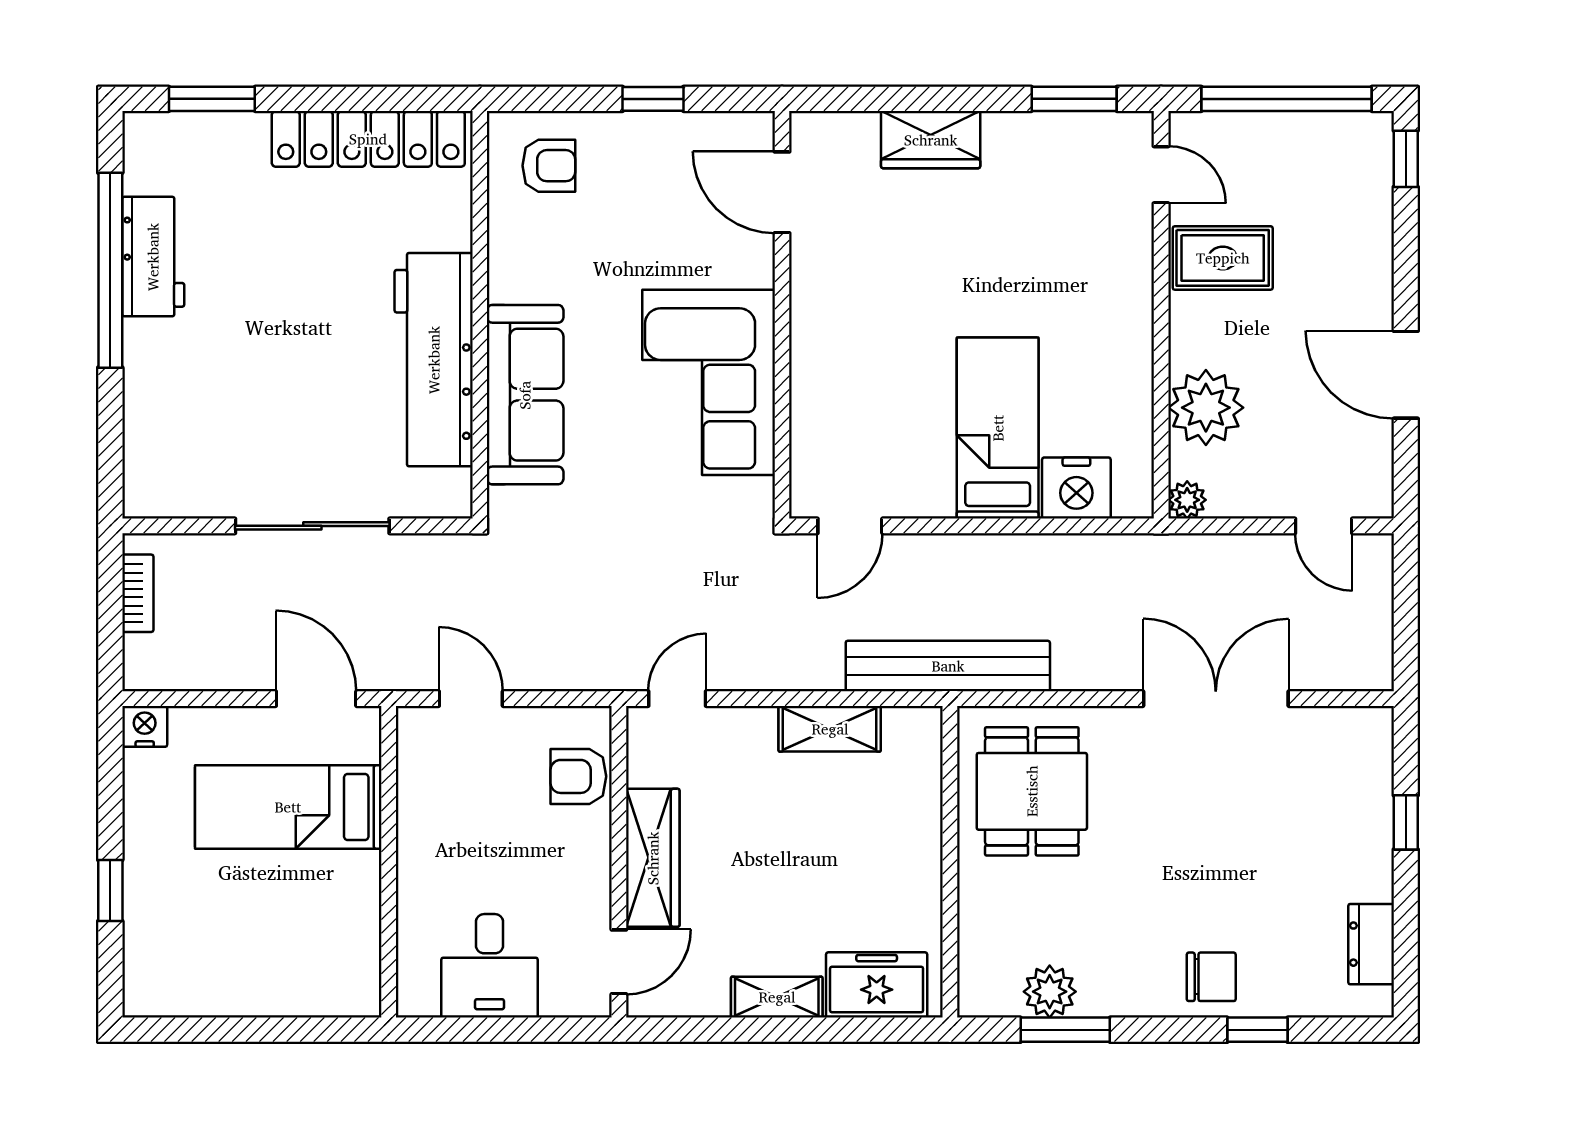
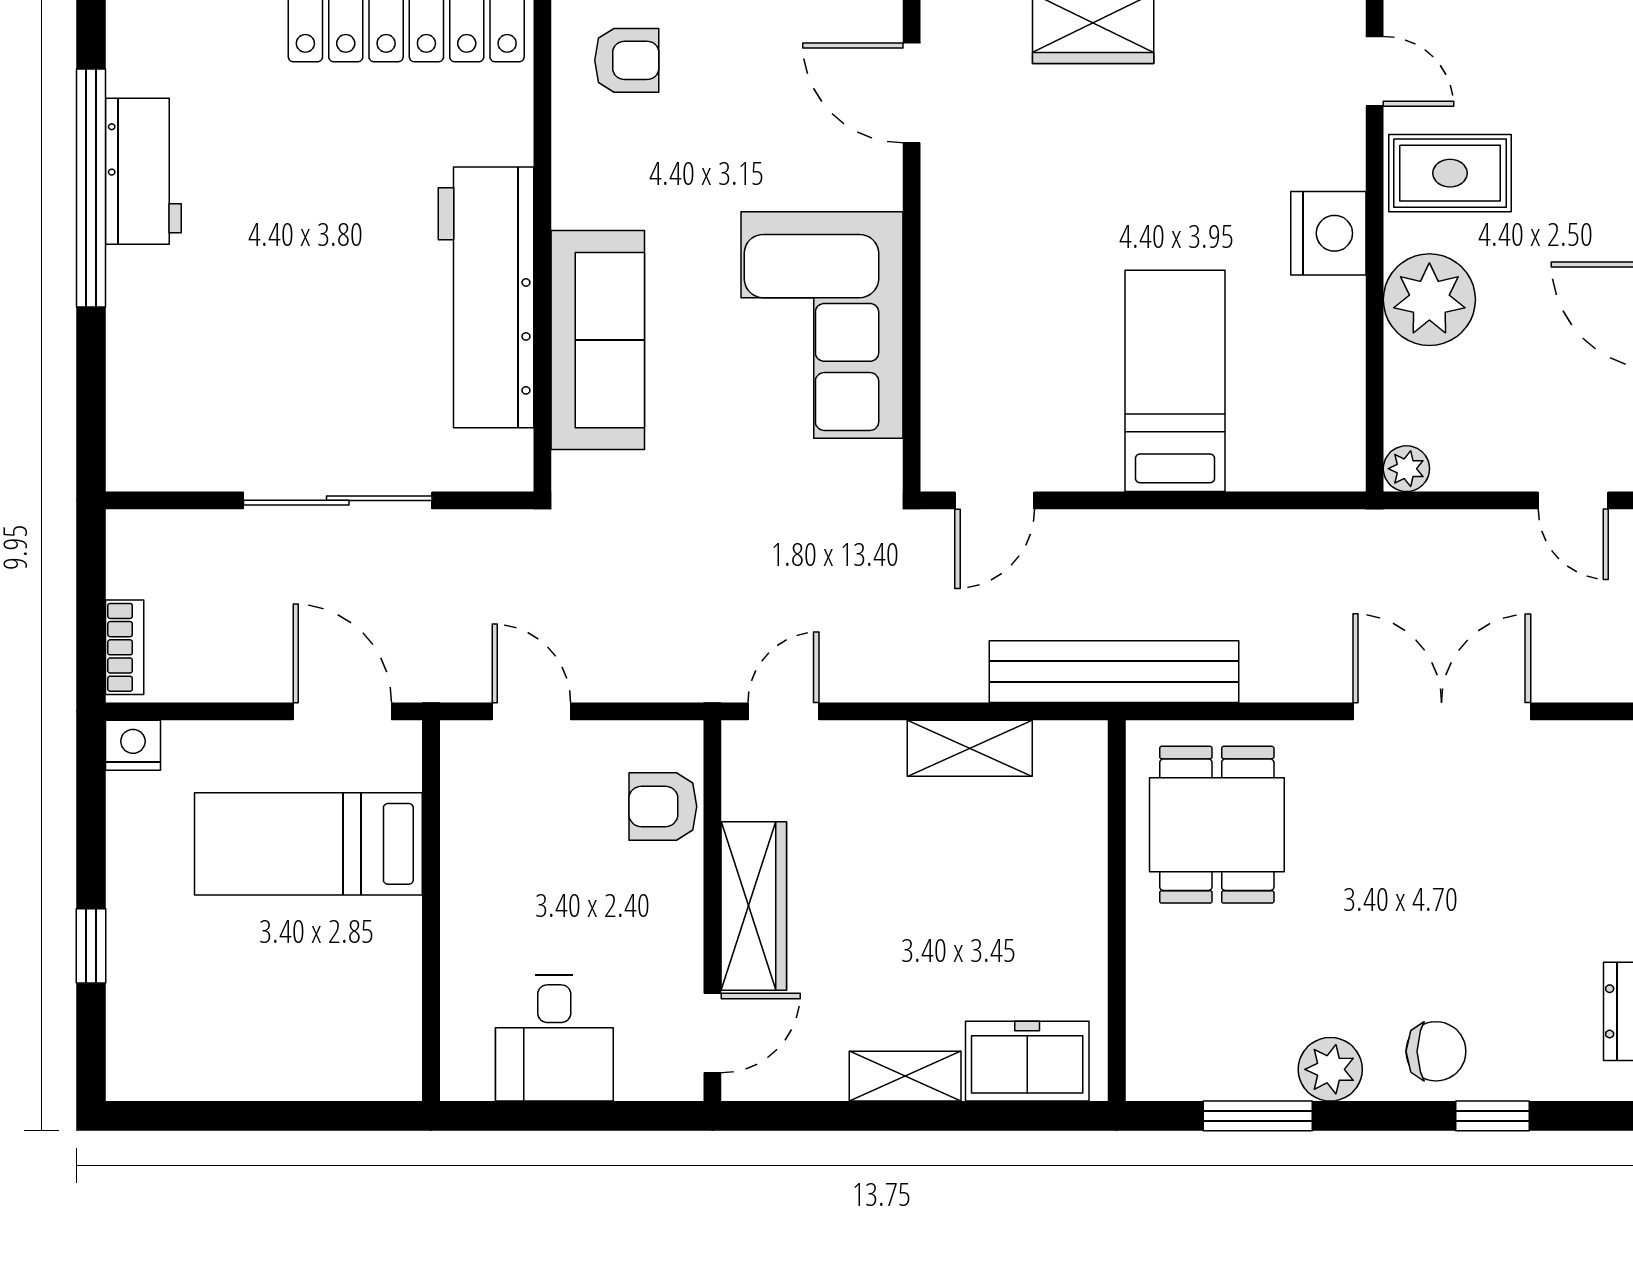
plant: (1206, 408) -> (1429, 300), moved
nightstand: (1076, 488) -> (1328, 233), moved, turned -90
bookcase: (138, 593) -> (125, 647), moved
plant: (1050, 992) -> (1330, 1069), moved

